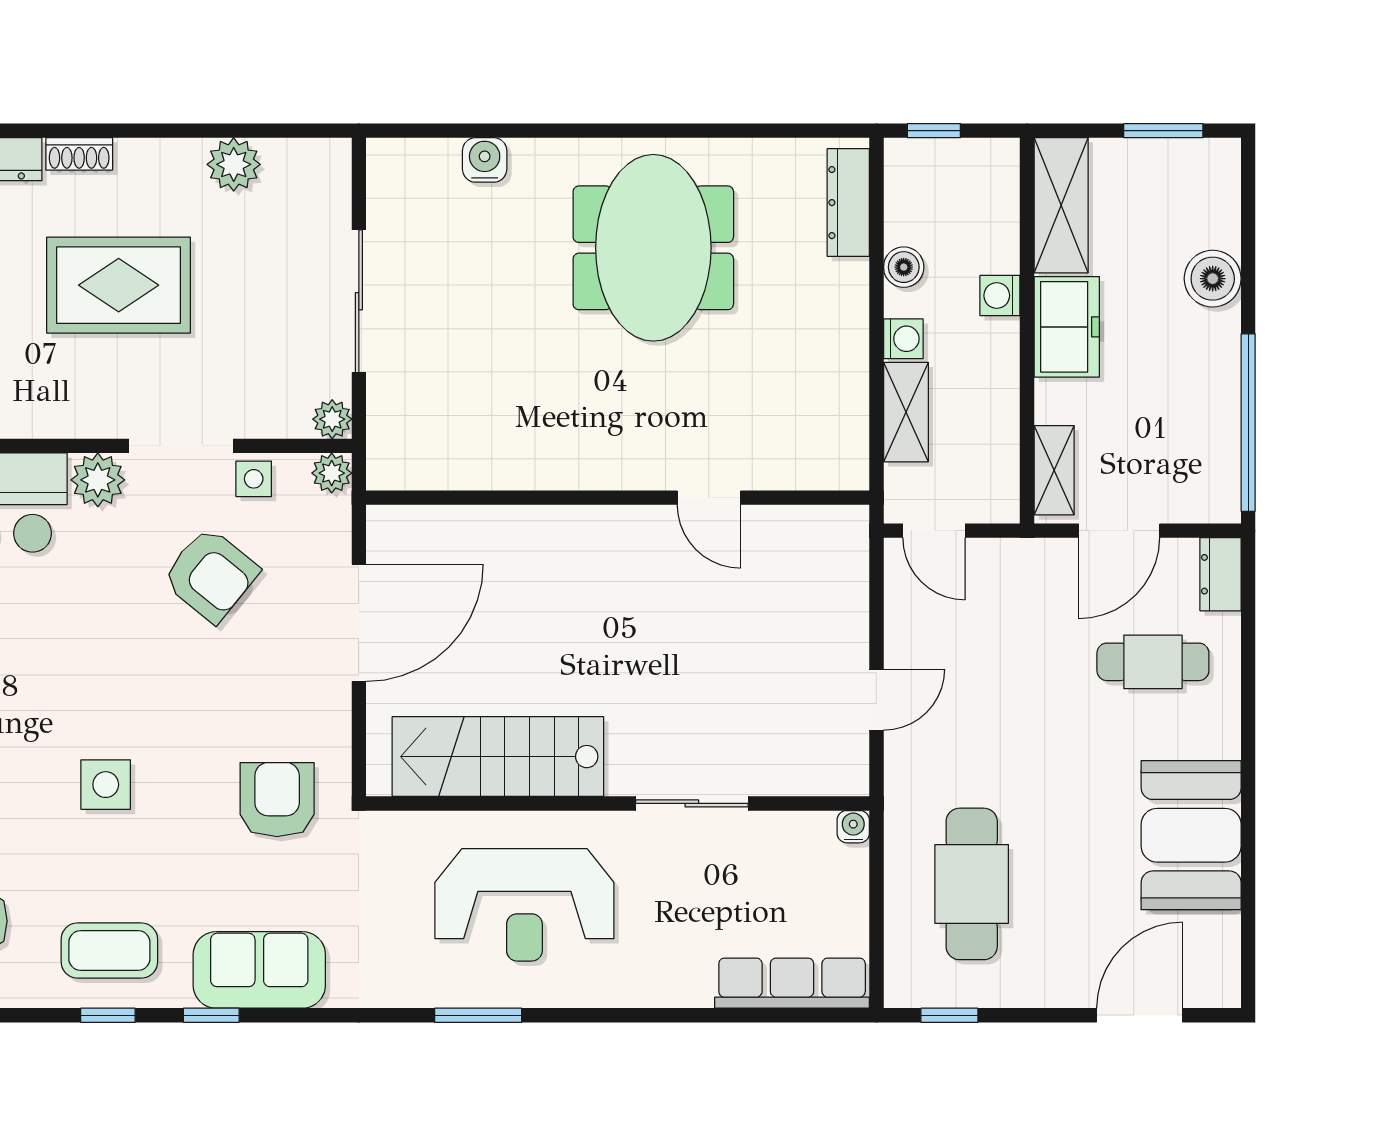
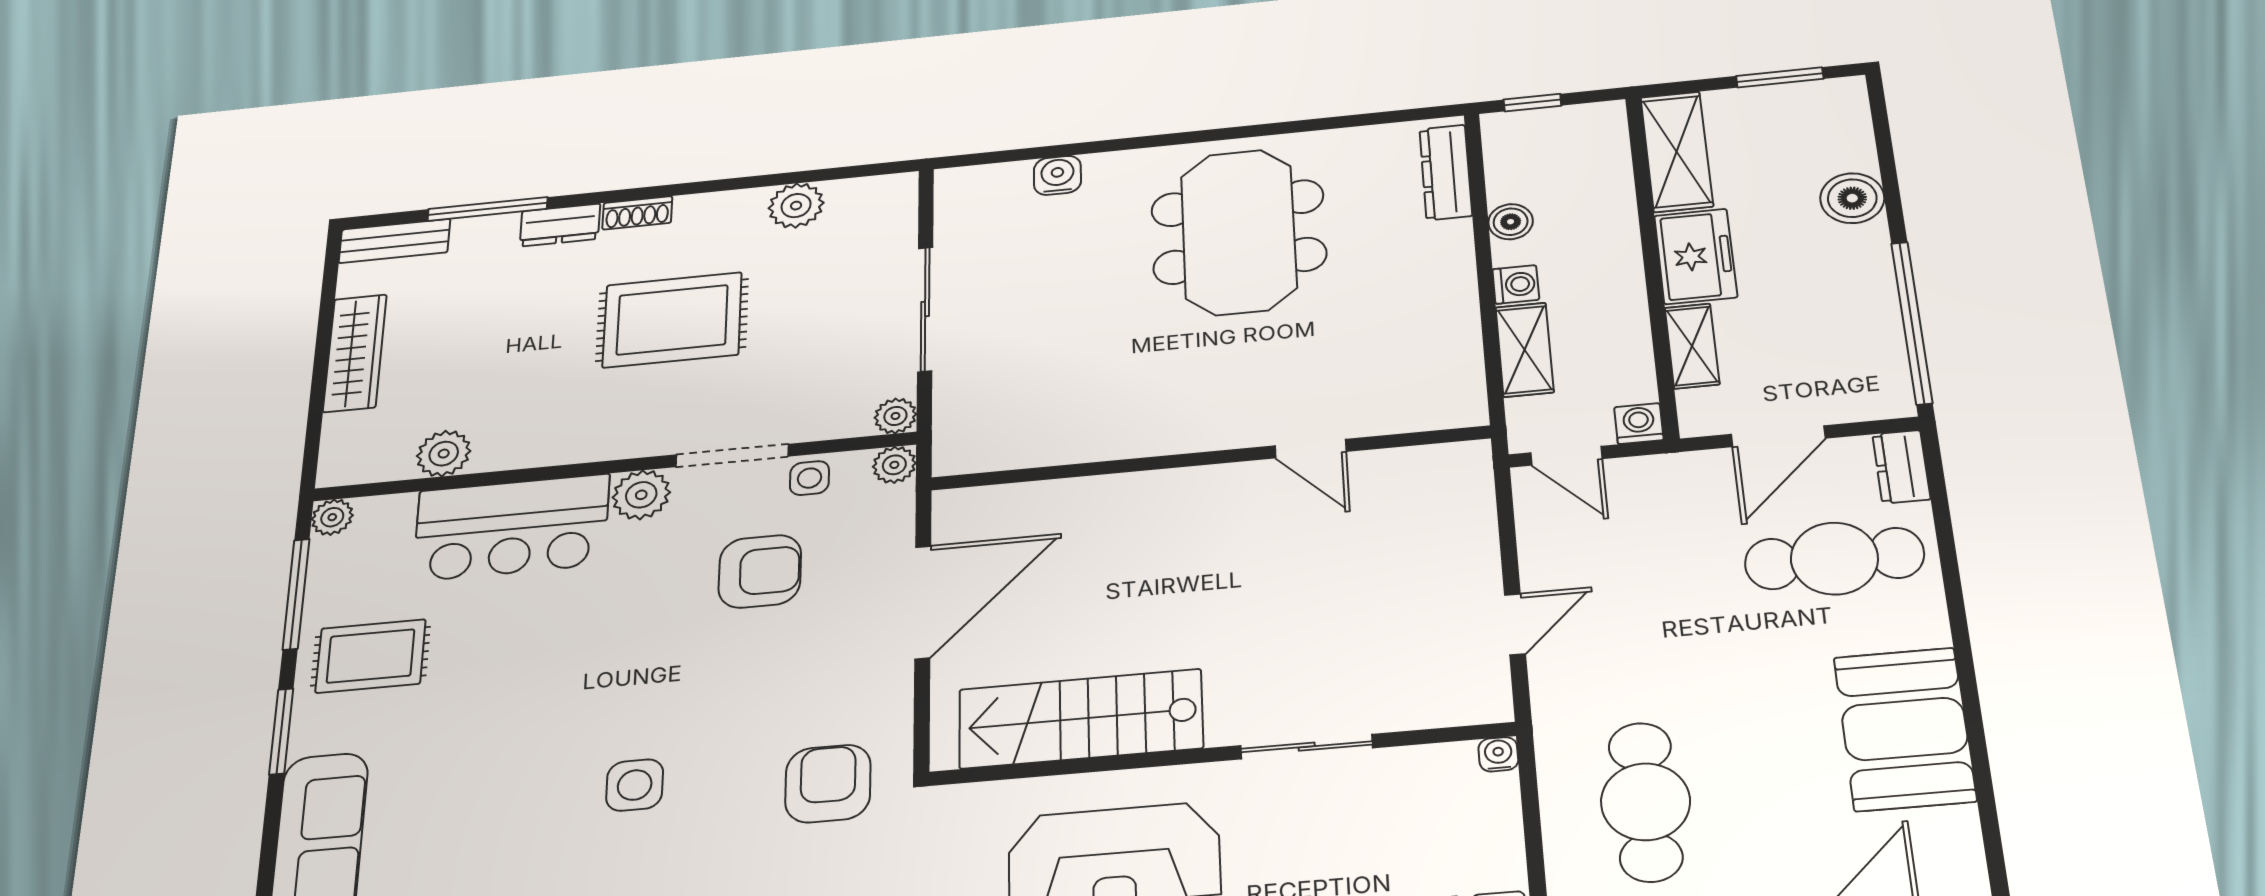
washing machine: (1000, 296) -> (1639, 424), moved, turned 90
shelving: (1054, 470) -> (1692, 346), moved
armchair: (211, 575) -> (760, 571), turned -39
cafe table: (1153, 662) -> (1834, 558), width x1.37, depth x1.35

